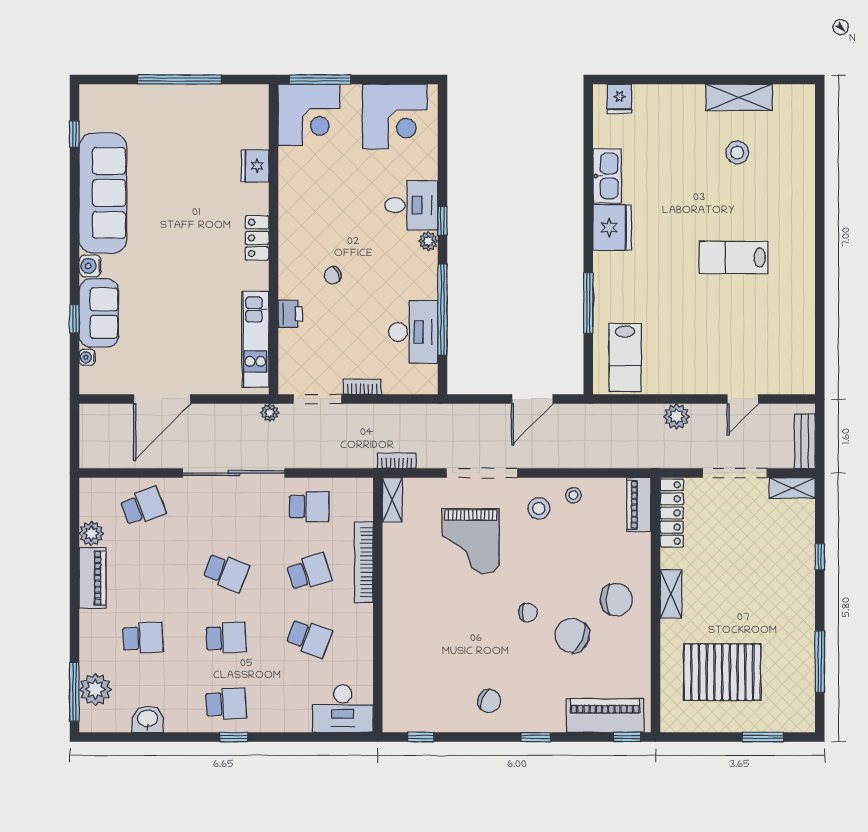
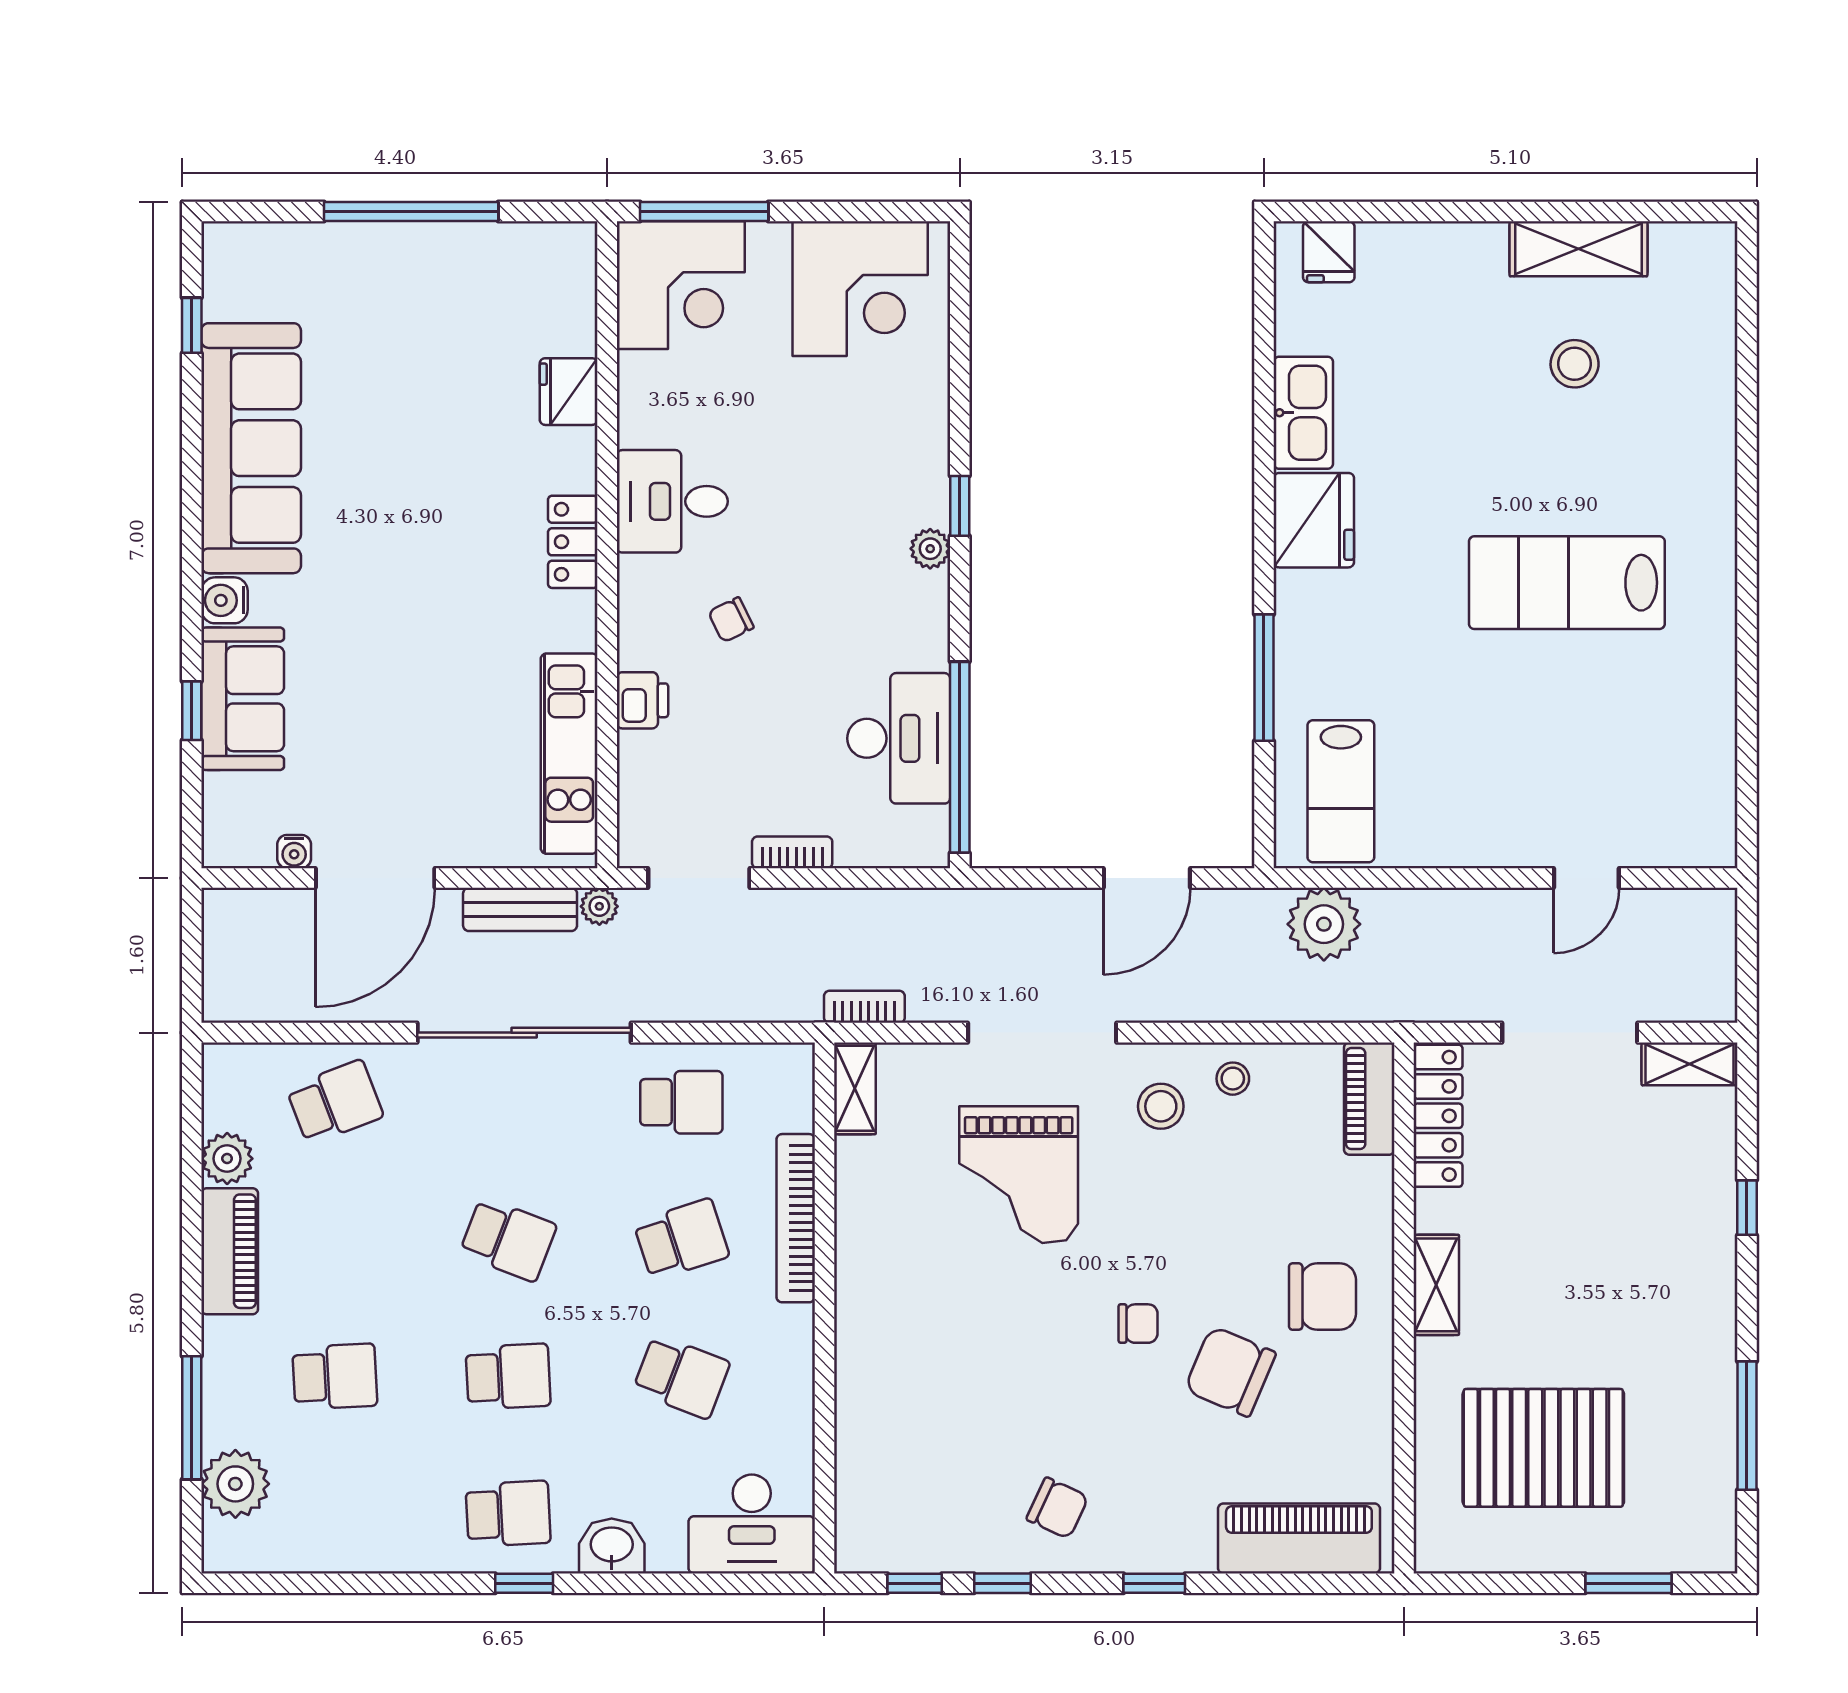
desk: (411, 205) -> (672, 501), moved, turned 180
lab bench: (733, 257) -> (1567, 583), width x1.36, depth x1.39
window: (442, 310) -> (960, 757), moved
water cooler: (87, 357) -> (294, 852), moved, turned -90
plant: (677, 416) -> (1324, 924), moved, width x1.36, depth x1.36
bench: (805, 441) -> (520, 909), moved, turned 90
window: (74, 692) -> (192, 1418), moved
washbasin: (148, 719) -> (612, 1546), moved
window: (627, 737) -> (1002, 1583), moved

